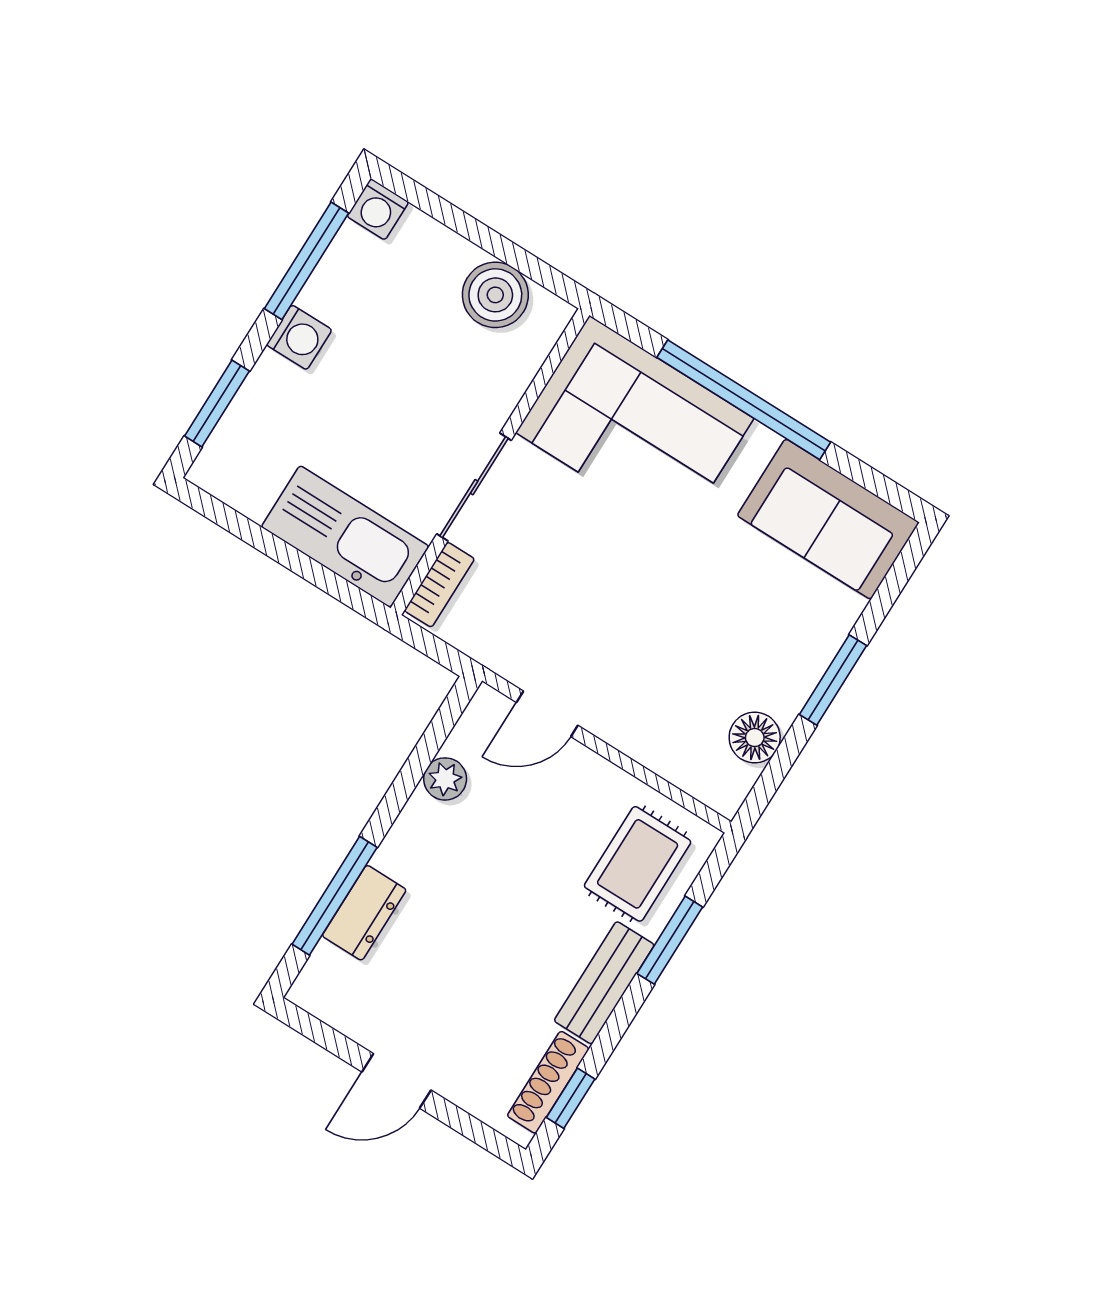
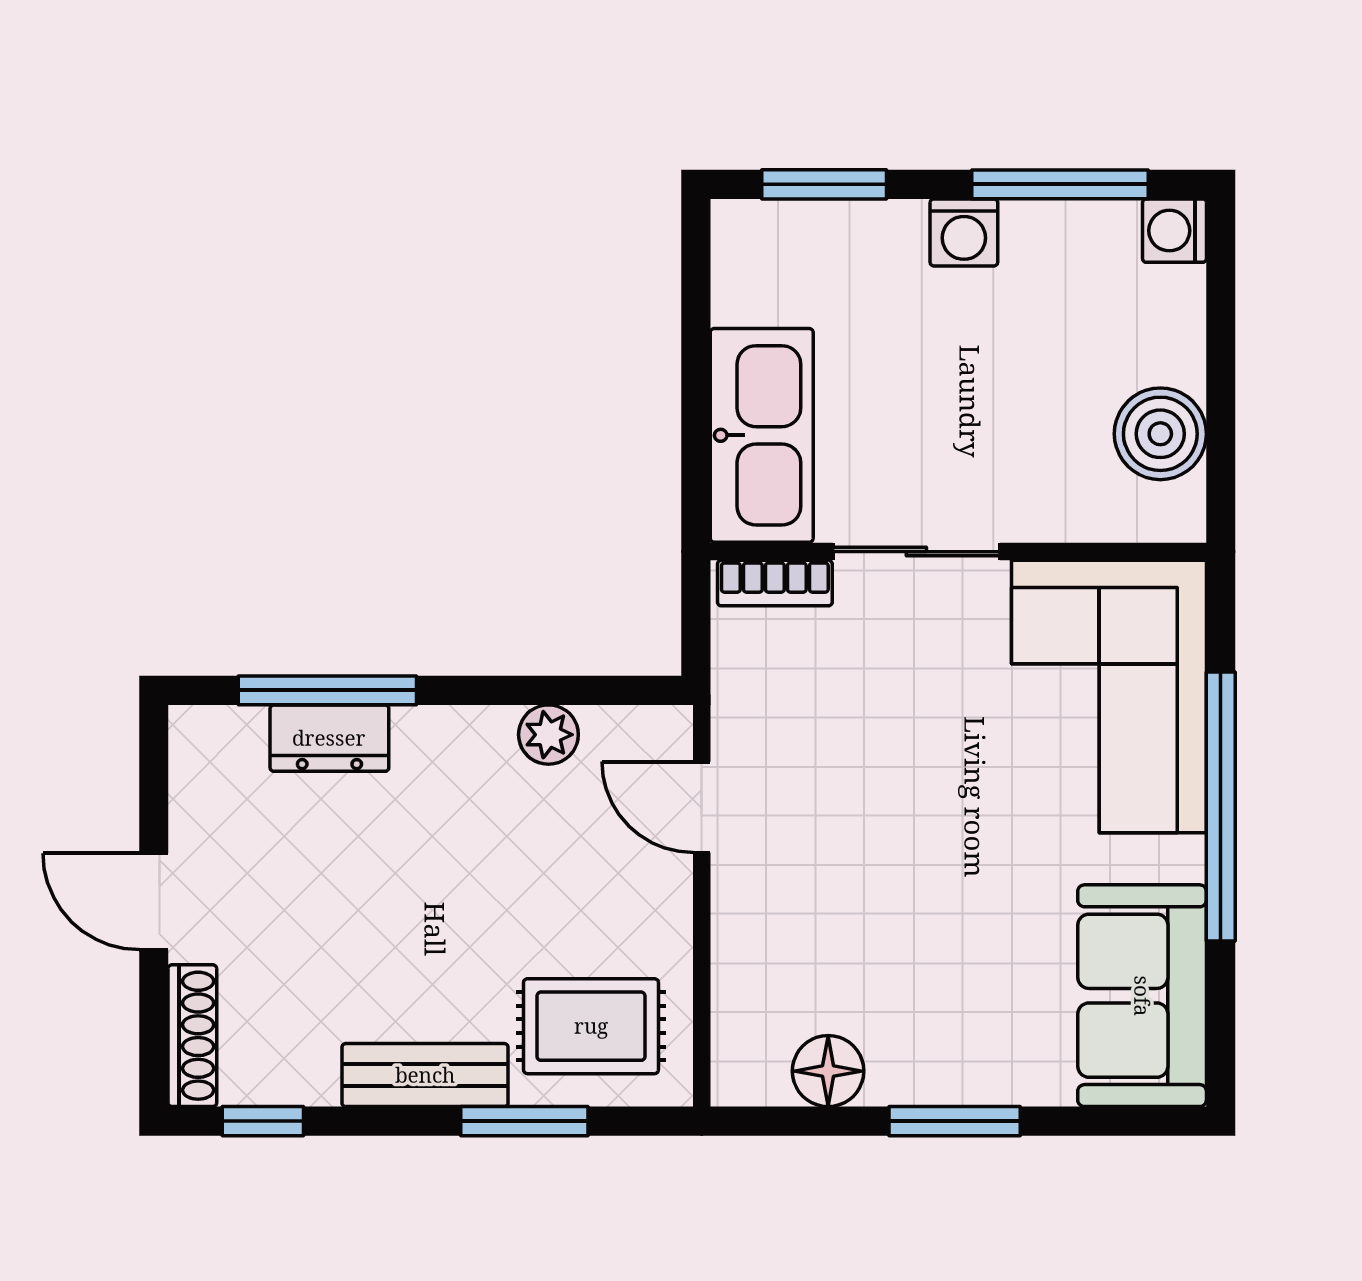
shoe rack: (548, 1082) -> (192, 1036), moved, turned 90

